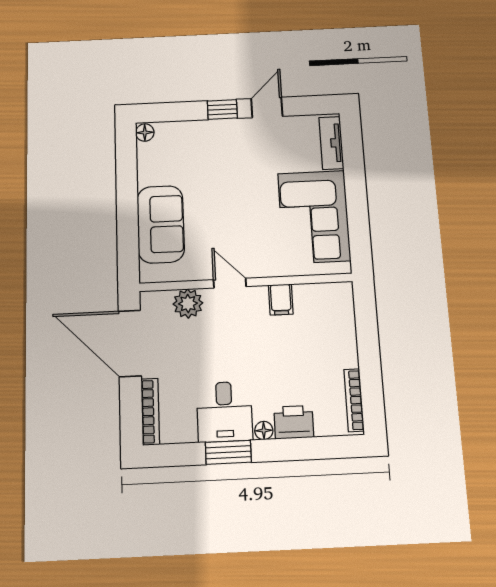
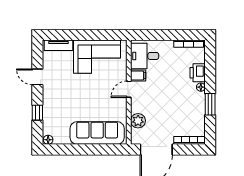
window: (222, 110) -> (37, 113), moved
sofa: (161, 224) -> (97, 133), width x1.36
door: (230, 283) -> (129, 89), moved
desk: (224, 412) -> (145, 56), moved, turned 180

